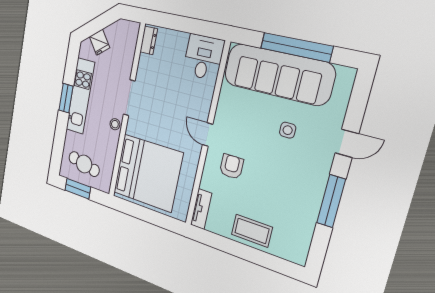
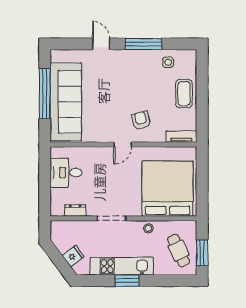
dresser: (149, 40) -> (75, 210), moved
desk: (203, 57) -> (66, 173), moved
stool: (115, 124) -> (148, 228), moved
side table: (288, 130) -> (168, 62), moved
cafe table: (84, 164) -> (179, 251), turned -37
armchair: (231, 167) -> (141, 120), turned 75

